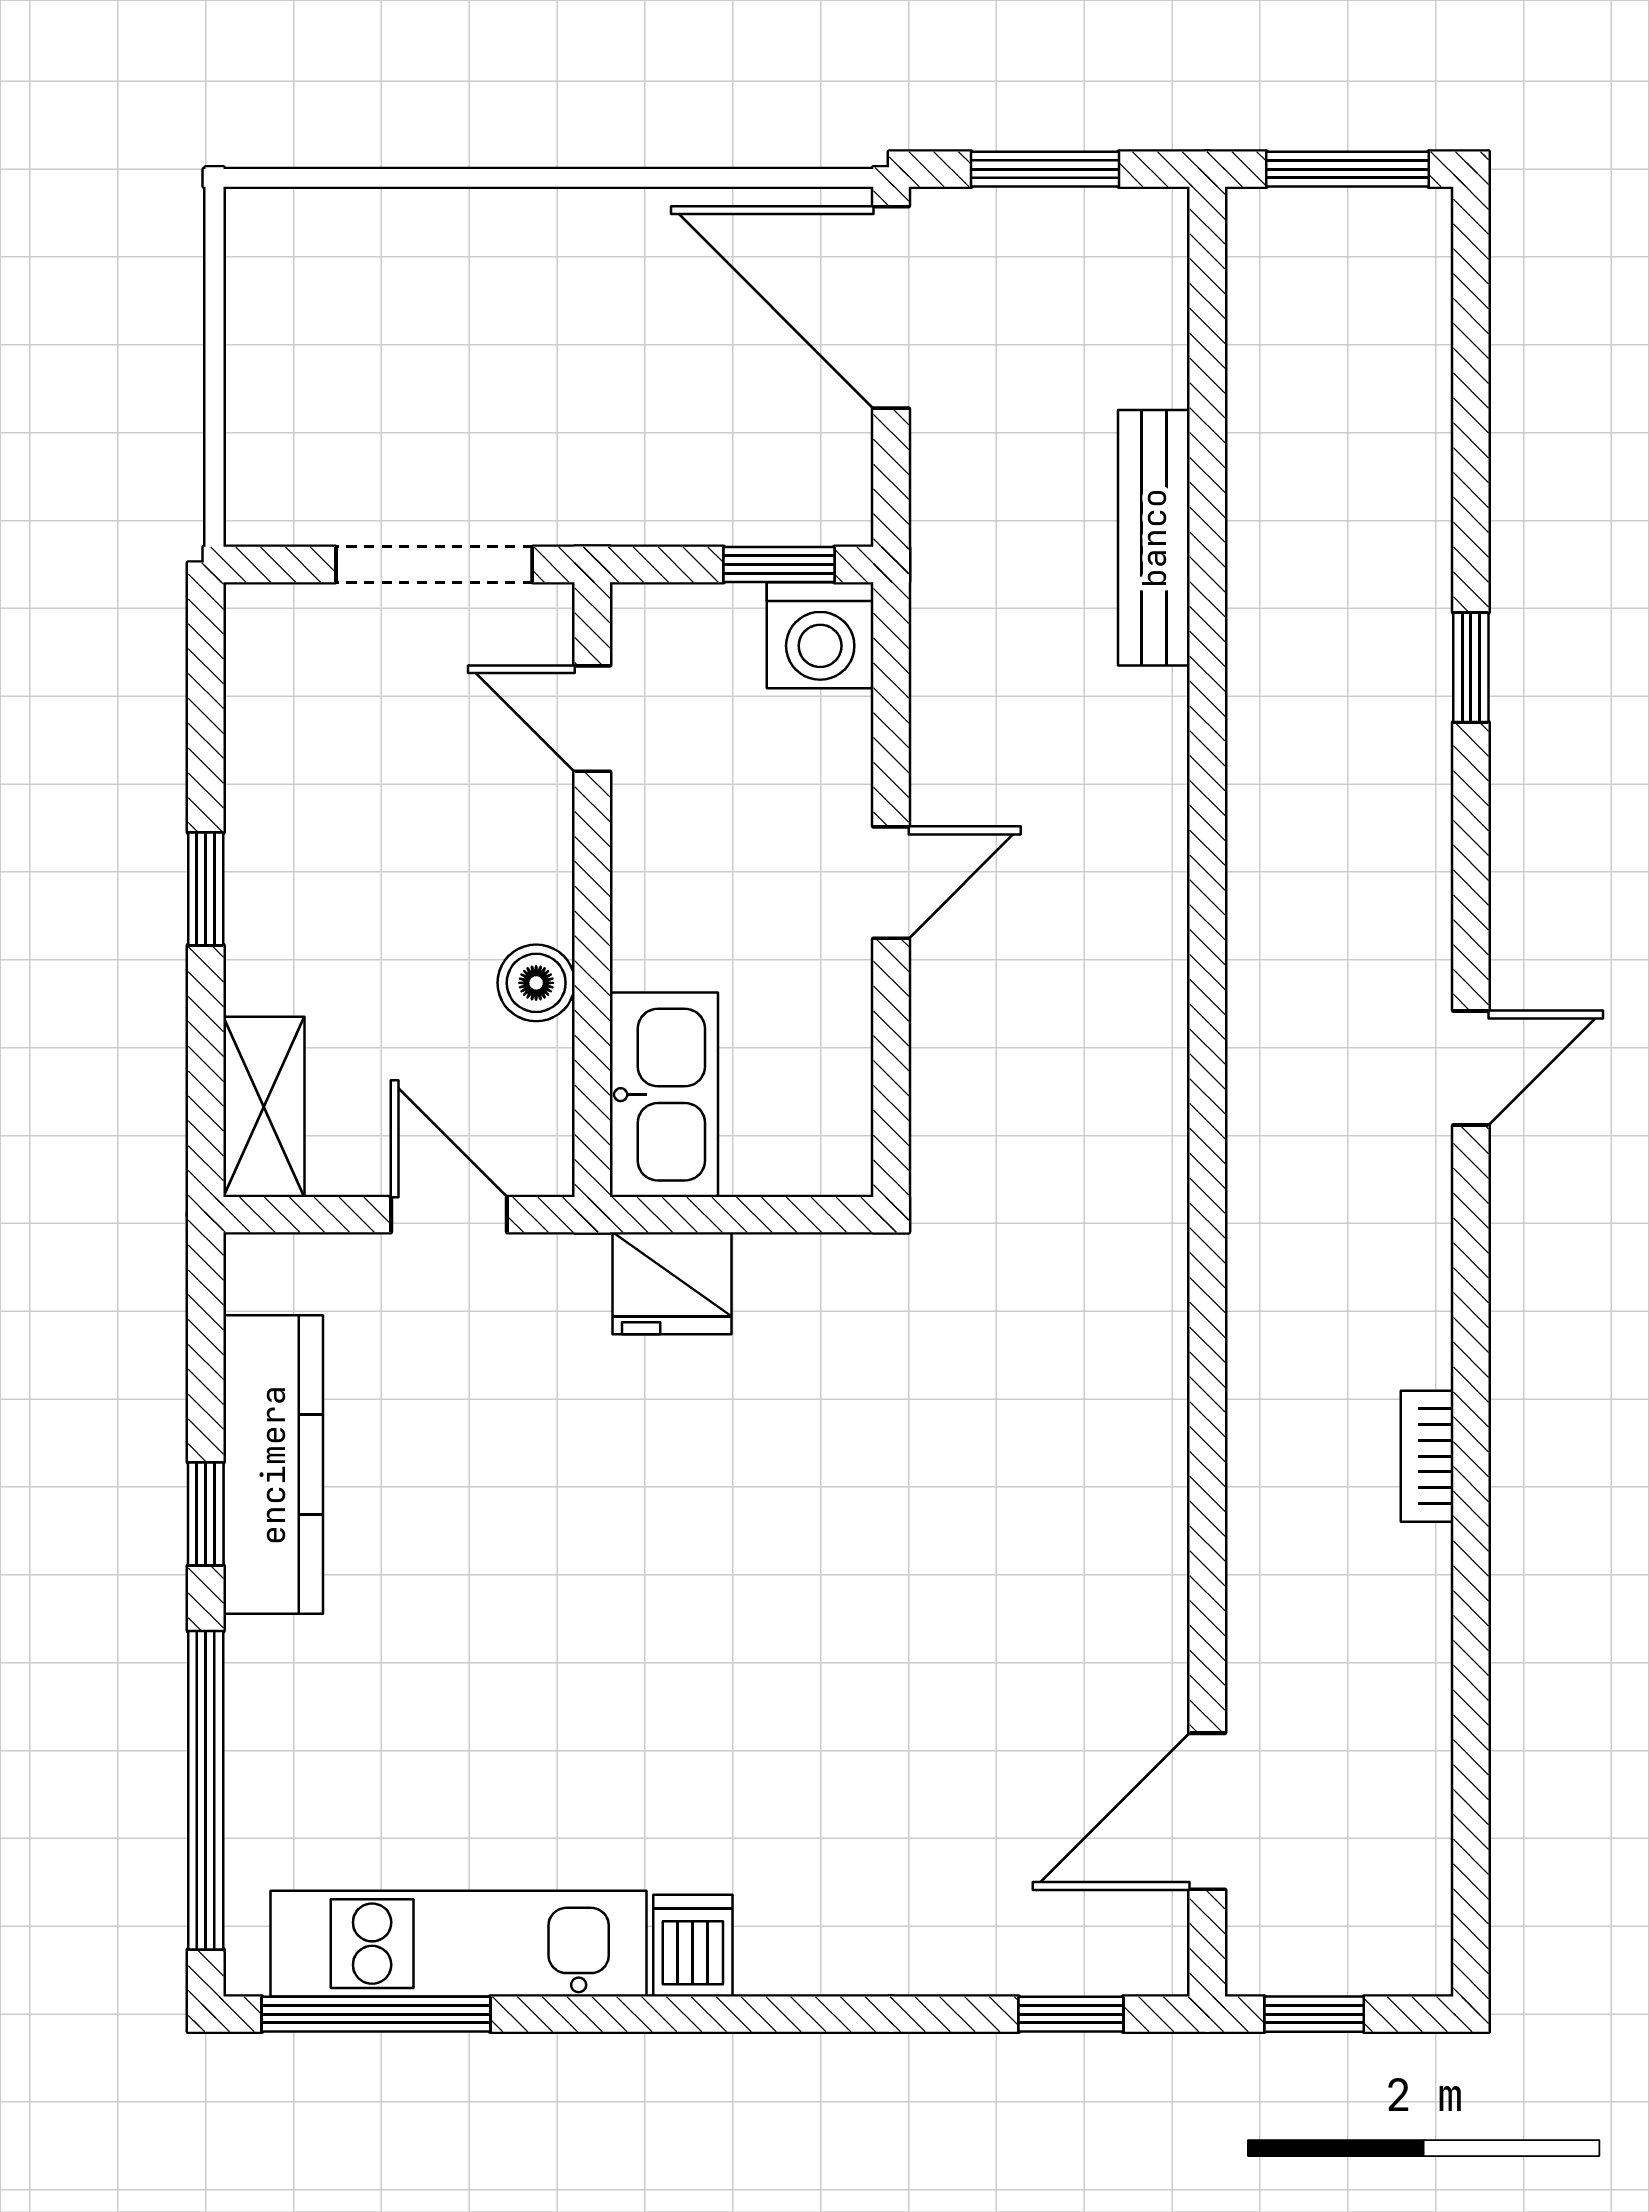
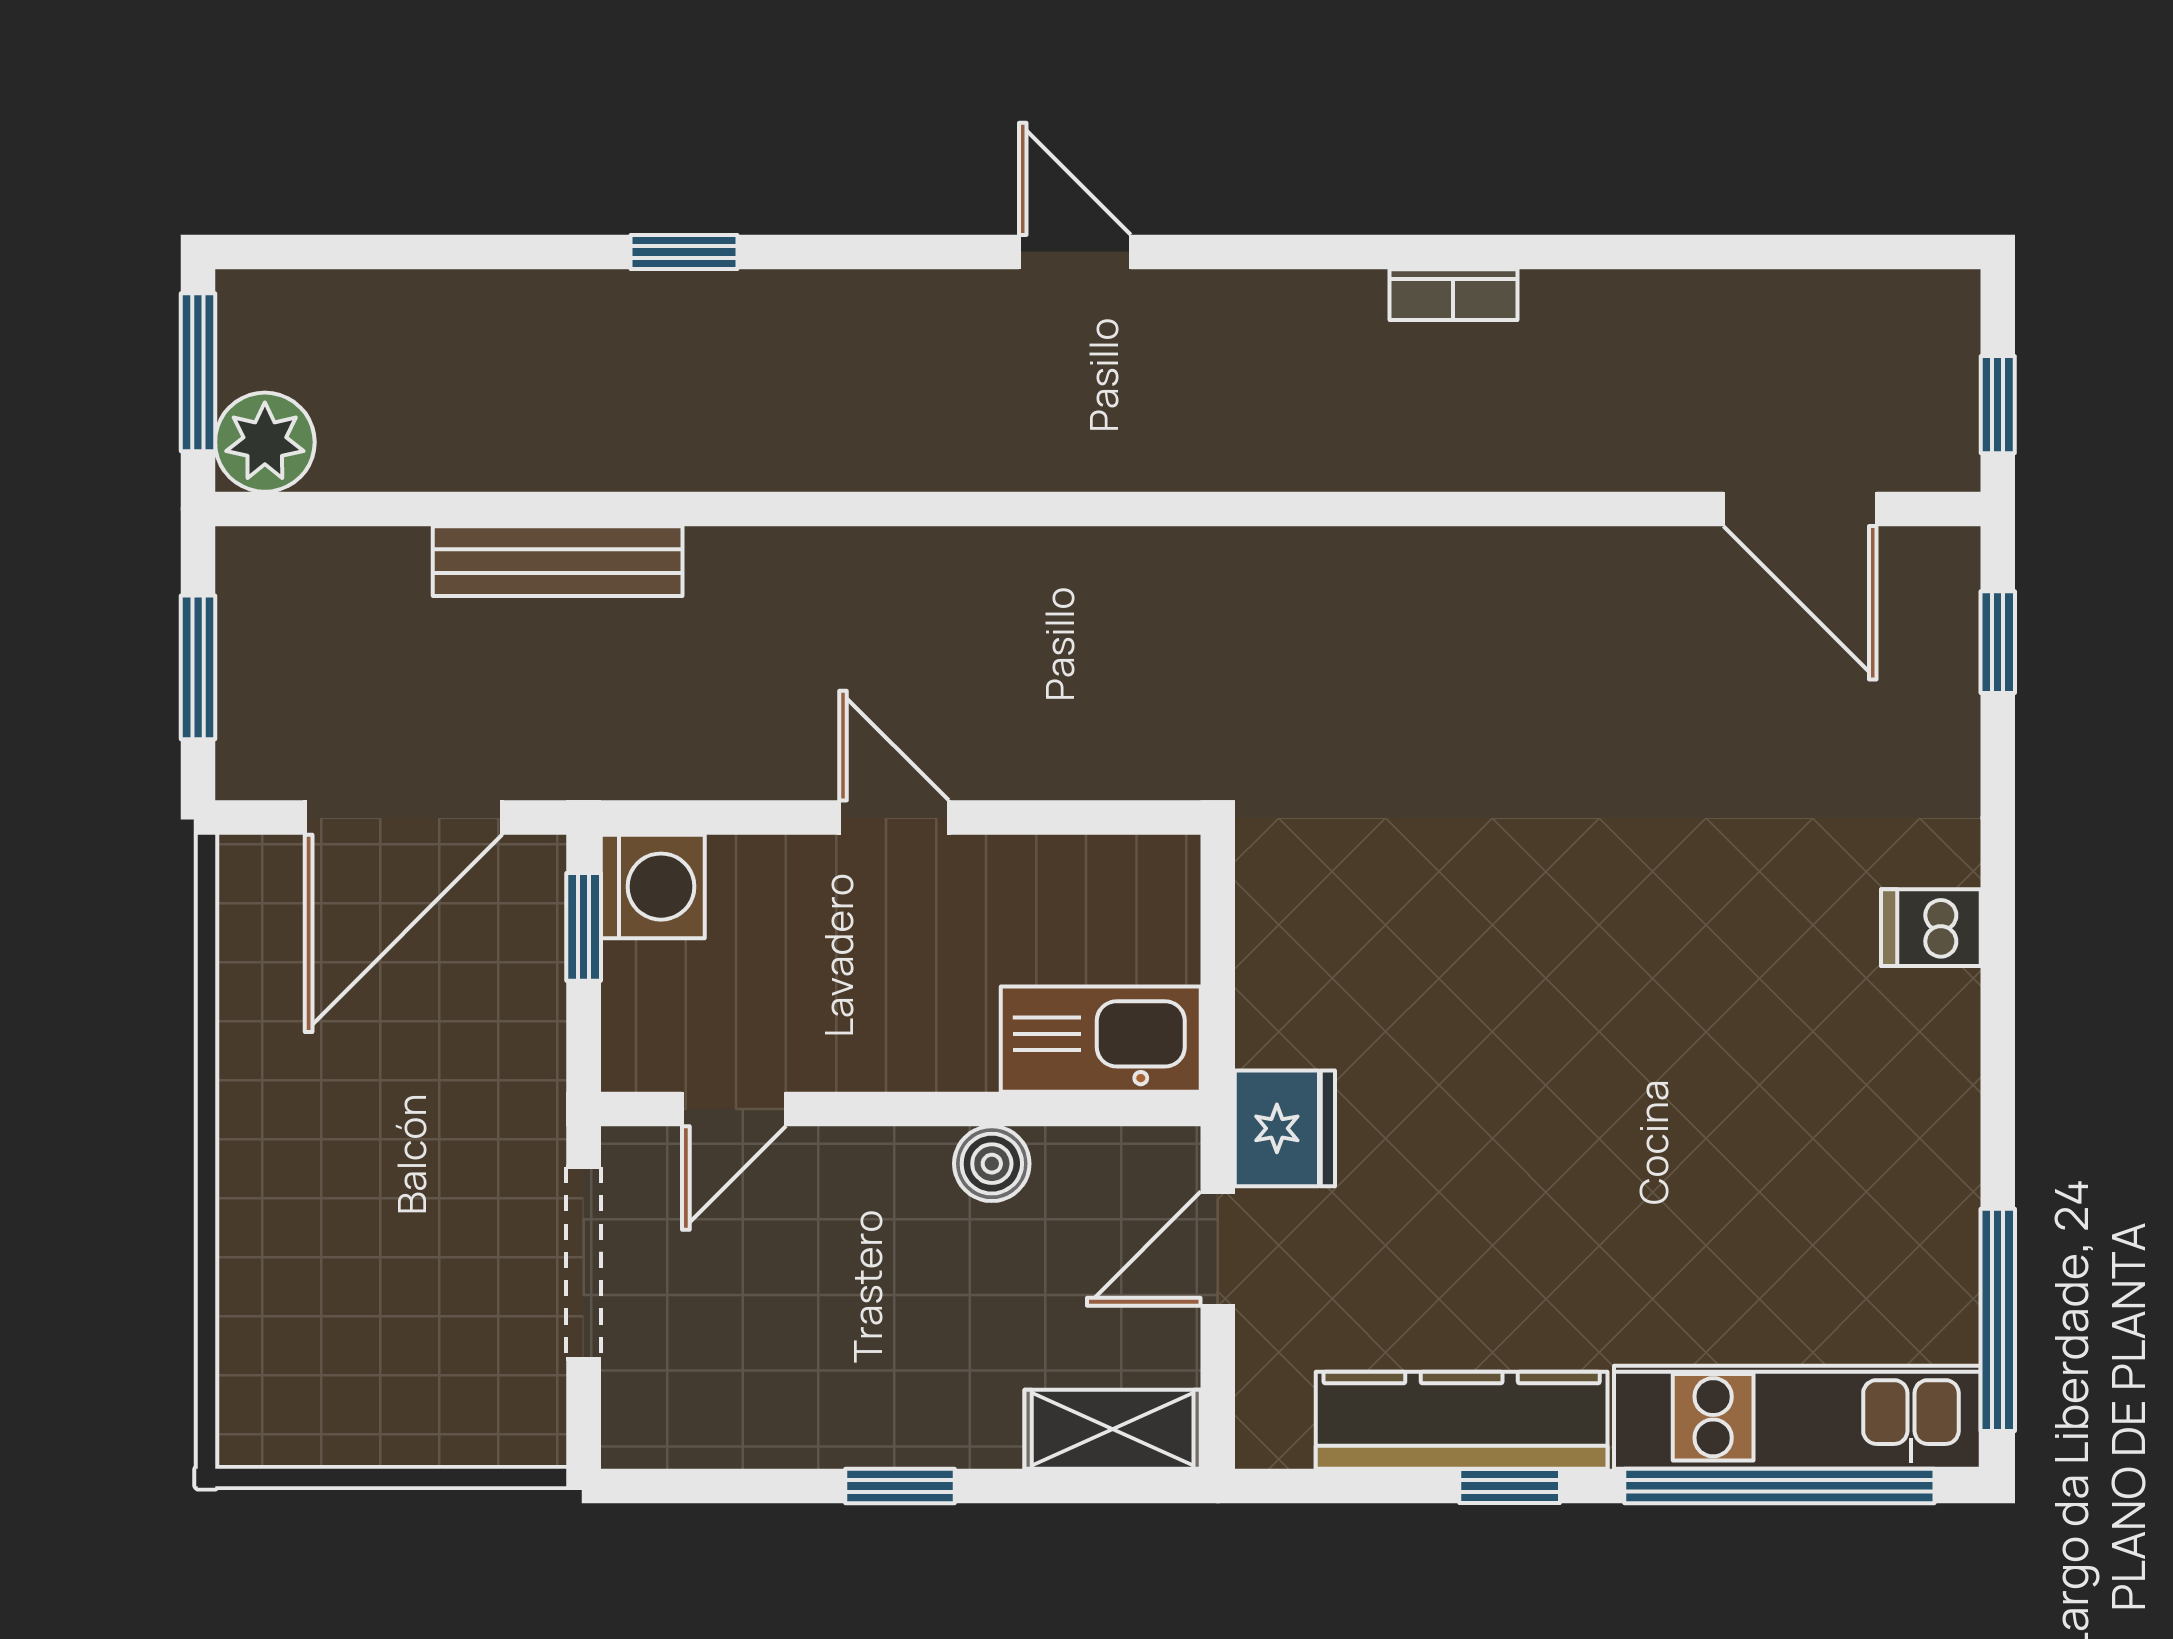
plant: (1276, 238) -> (265, 442), added
door: (891, 307) -> (403, 818), moved
fridge: (672, 1283) -> (1285, 1128), moved
kitchen unit: (458, 1944) -> (1797, 1417), moved, turned 90
dishwasher: (693, 1946) -> (1931, 928), moved

